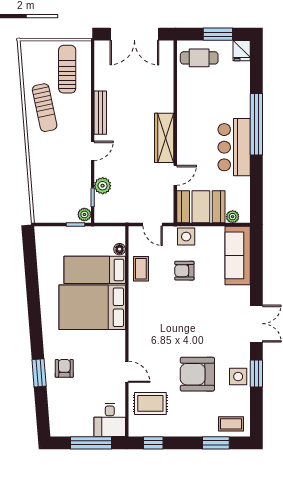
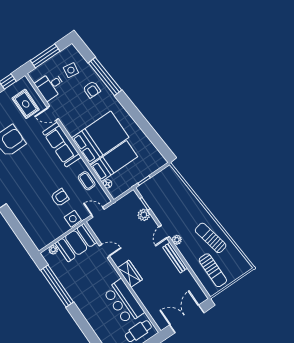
window: (256, 124) -> (57, 286), moved
wardrobe: (164, 138) -> (130, 274), width x0.67
bar counter: (234, 147) -> (124, 302), moved, turned 180
door: (175, 175) -> (104, 251), swing flipped
plant: (84, 215) -> (177, 240), moved
sofa: (238, 255) -> (62, 145), moved, turned 180
window: (39, 373) -> (105, 77), width x2.11
rug: (150, 403) -> (26, 104), turned 90
side table: (73, 407) -> (71, 70), added
desk: (110, 420) -> (50, 86), moved, turned -90

